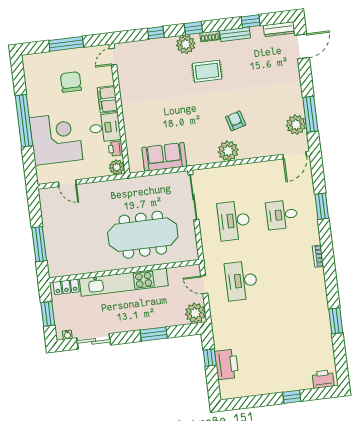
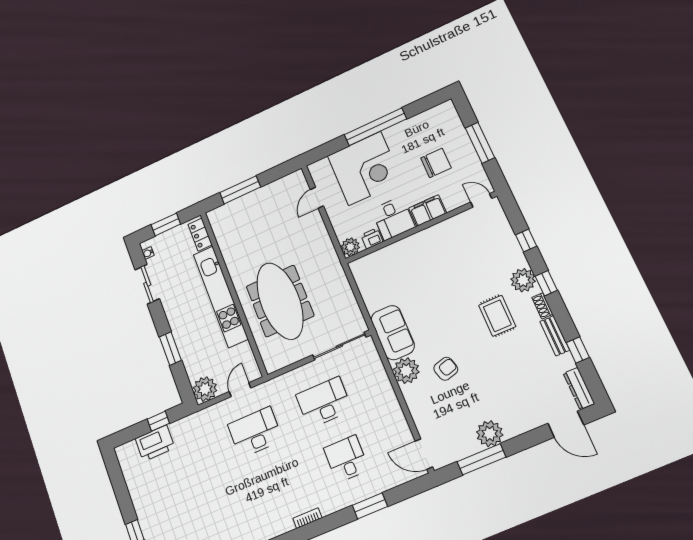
plant: (296, 125) -> (490, 434), moved
sofa: (164, 157) -> (393, 333), moved

